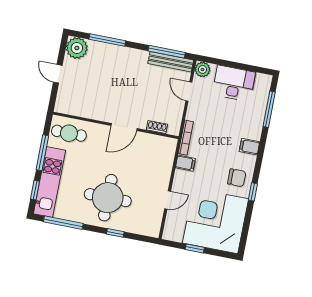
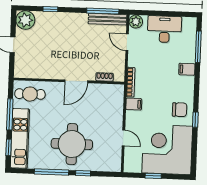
window: (107, 40) -> (50, 9), width x0.46
filing cabinet: (249, 147) -> (187, 69), moved
door: (168, 200) -> (123, 138), hinge flipped
window: (63, 223) -> (52, 172), moved

